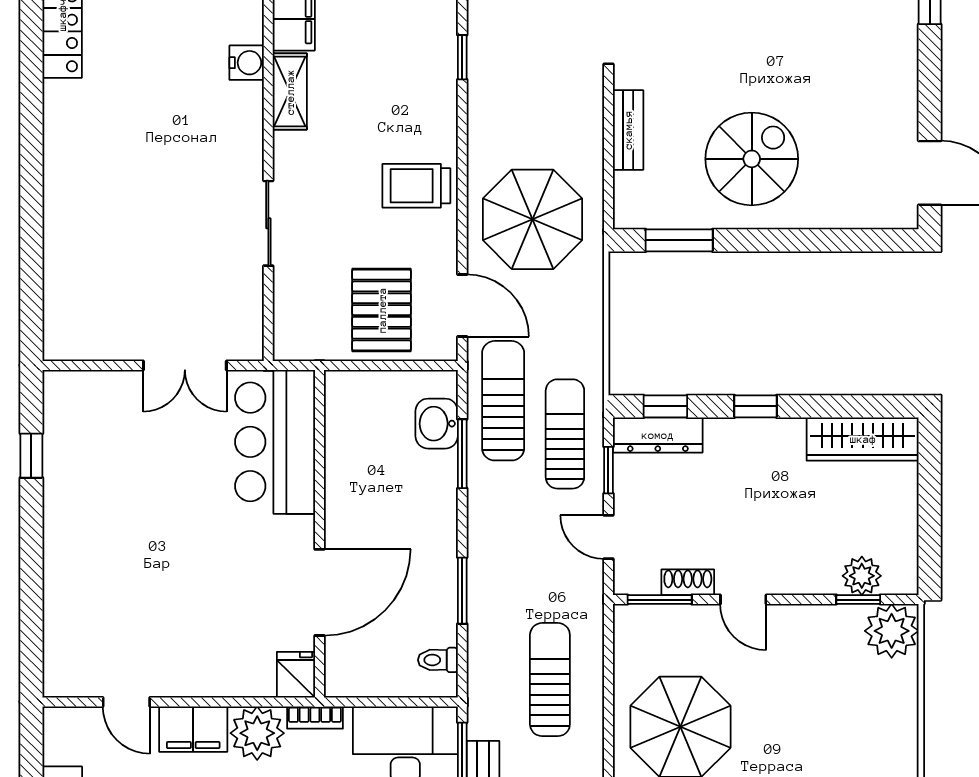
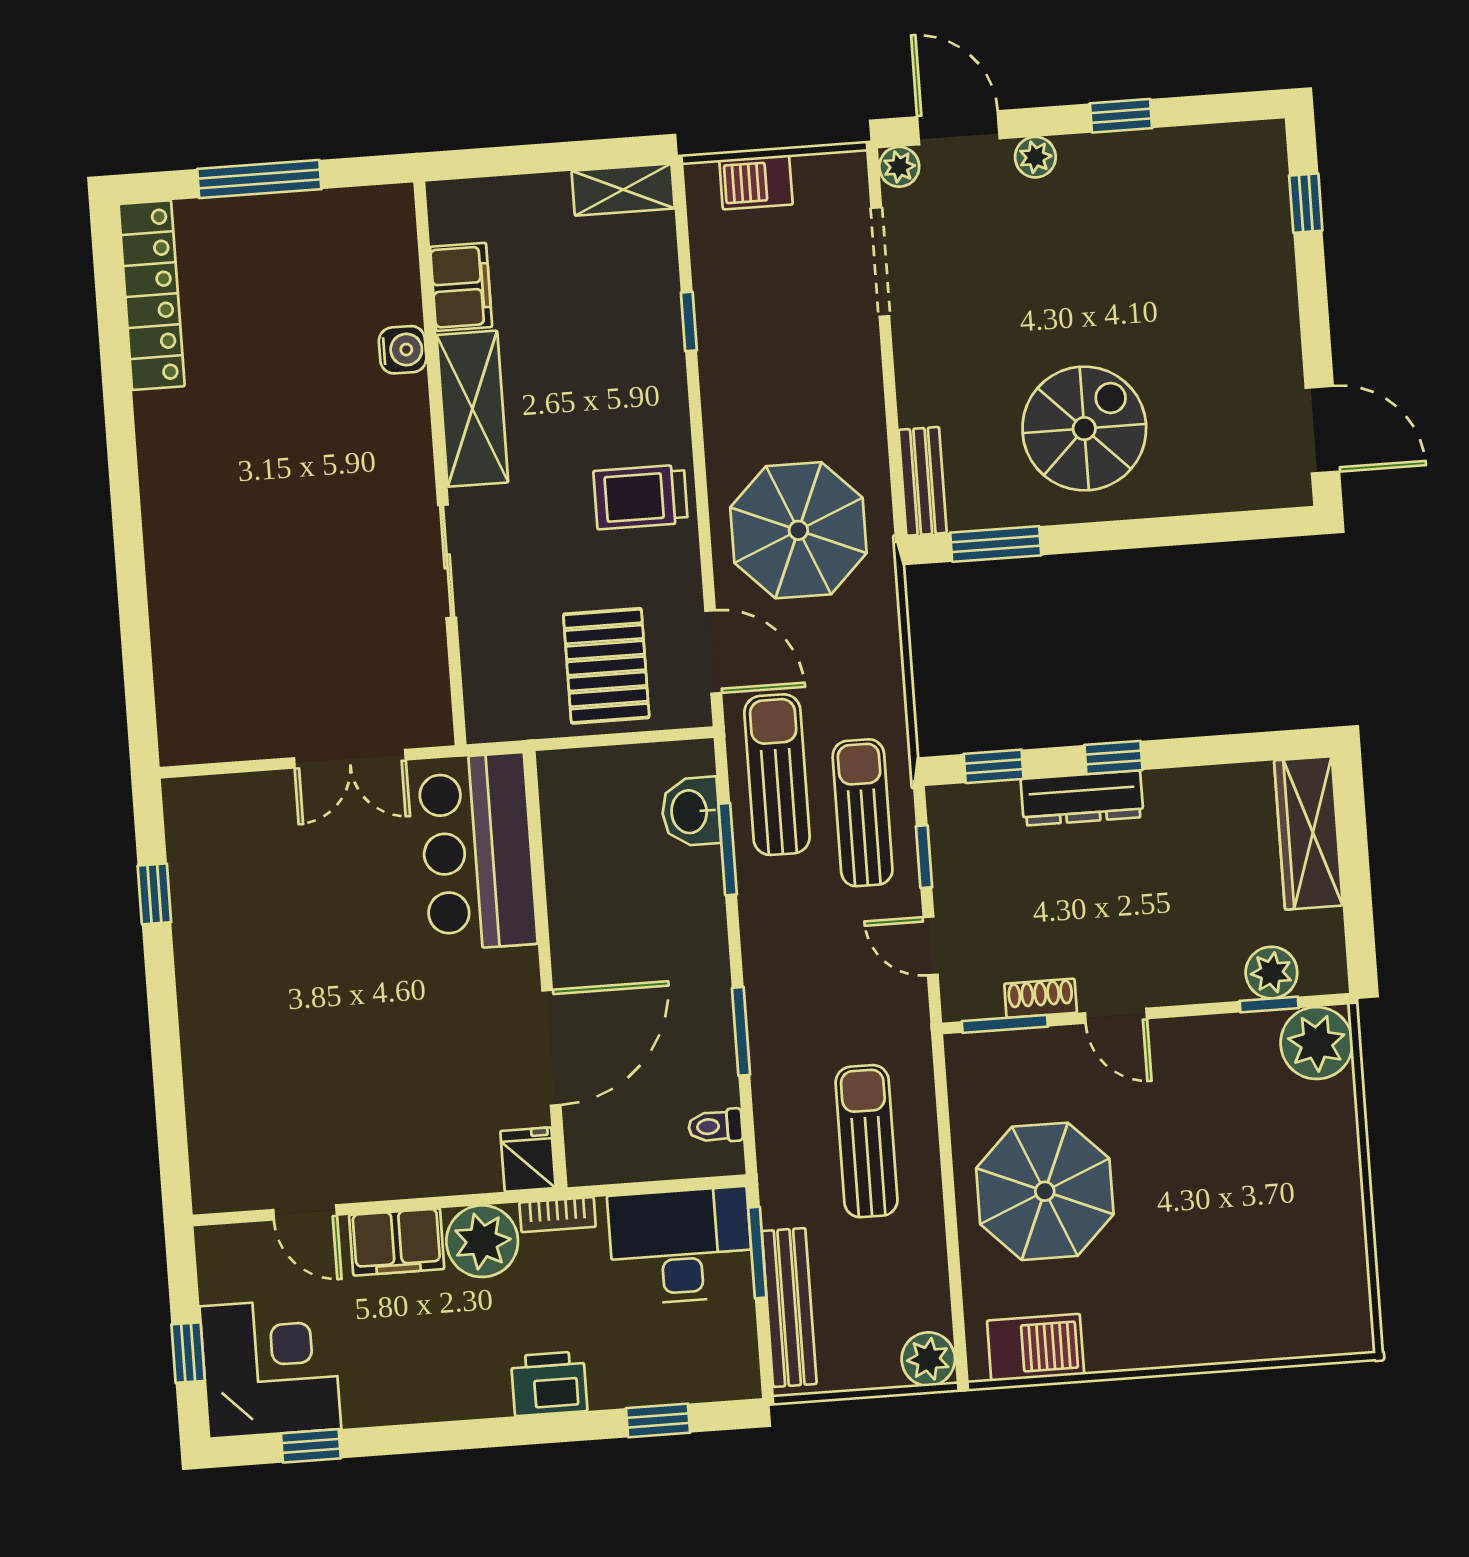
shelving: (290, 92) -> (472, 409), width x1.50, depth x1.33
bench: (628, 130) -> (923, 481), moved
dresser: (658, 435) -> (1082, 798), moved
wardrobe: (863, 439) -> (1308, 833), moved, turned 90

